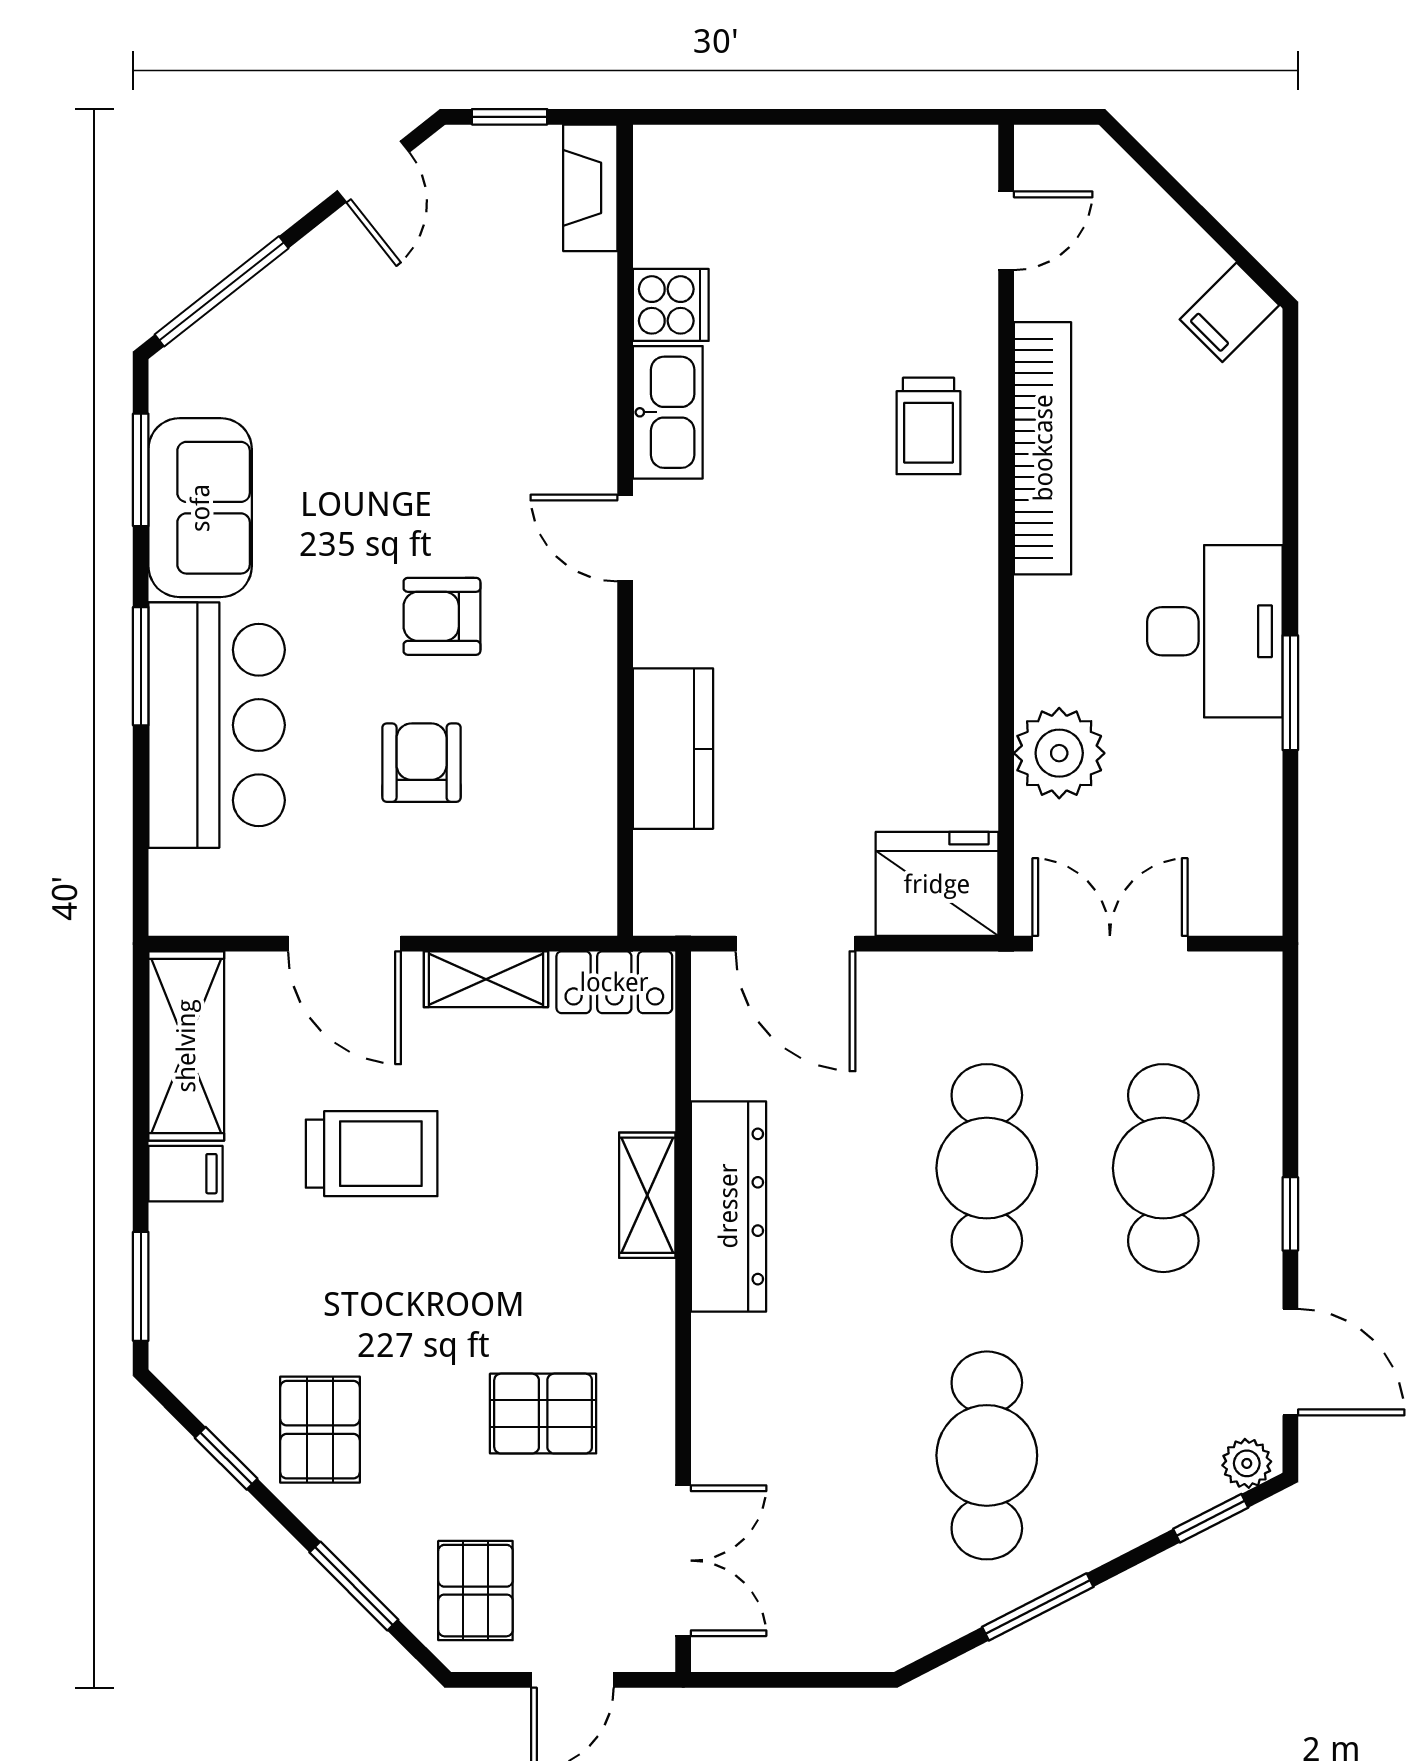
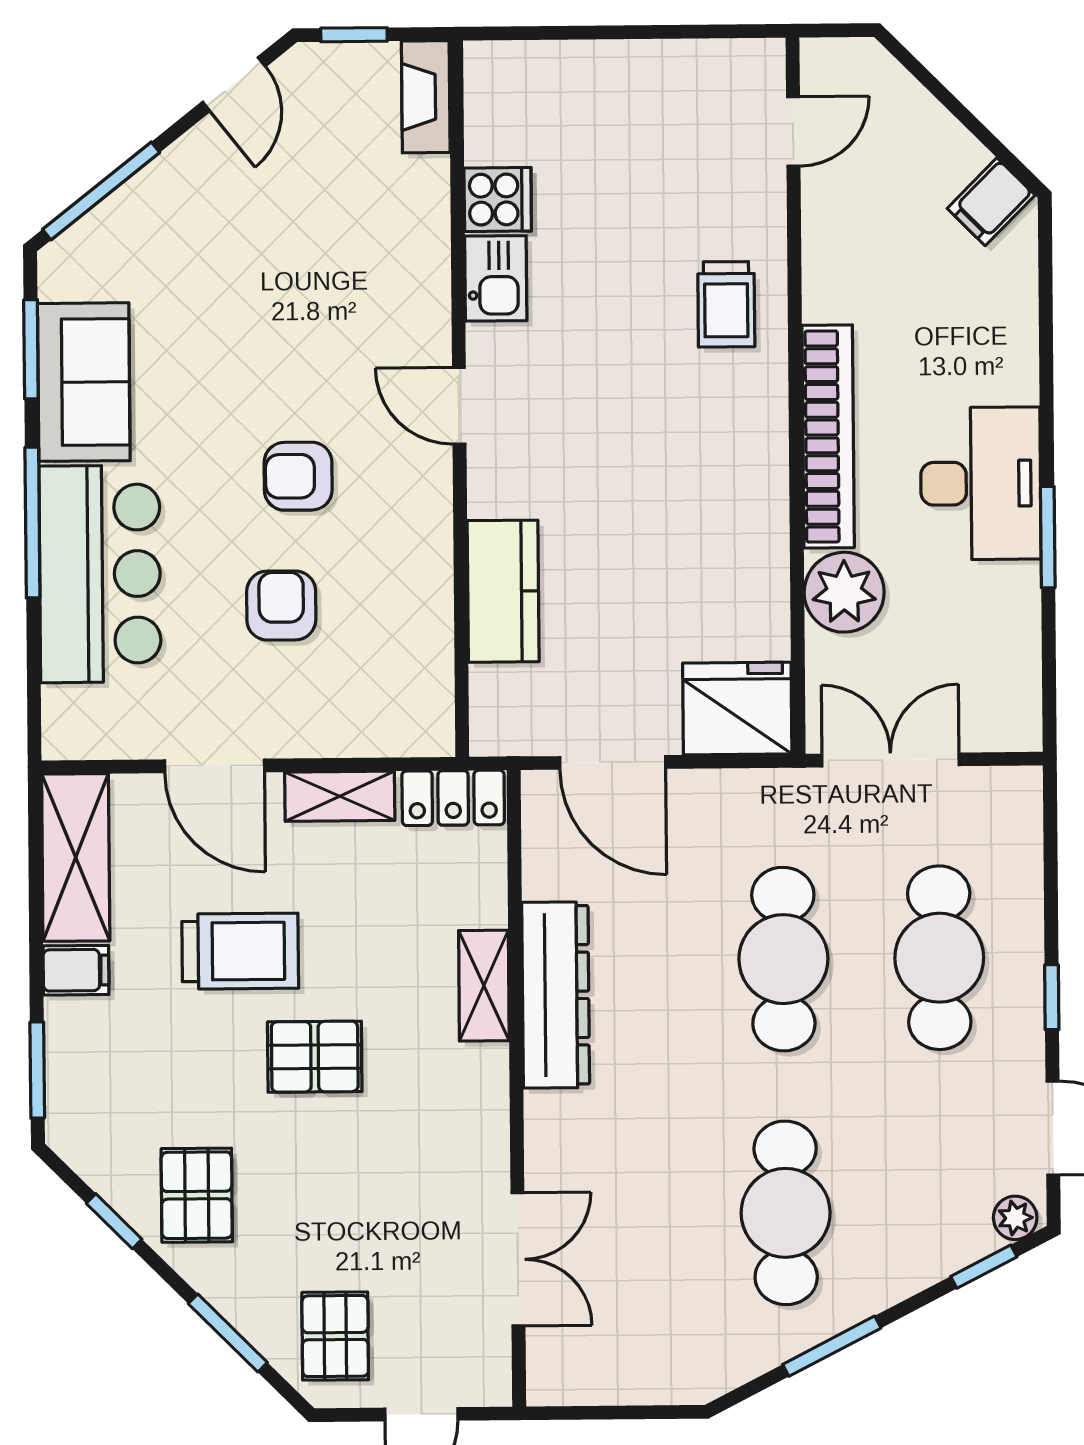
kitchen sink: (668, 412) -> (496, 278), width x0.73
bookcase: (1043, 448) -> (828, 436), moved
window: (141, 666) -> (32, 522), width x1.44
pallet: (543, 1414) -> (315, 1057), moved
double door: (683, 1561) -> (518, 1259), moved

